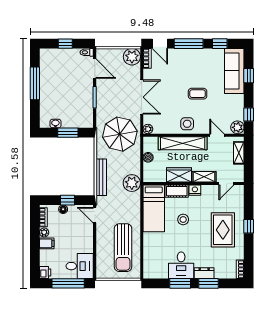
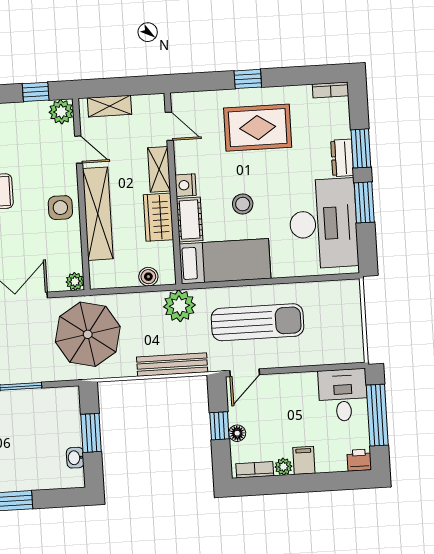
door: (217, 135) -> (79, 150), swing flipped
boiler: (148, 157) -> (148, 277), moved
sun lounger: (123, 248) -> (258, 322), moved
desk: (181, 265) -> (323, 224), width x1.87, depth x1.30

